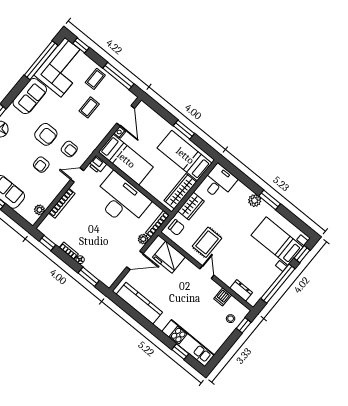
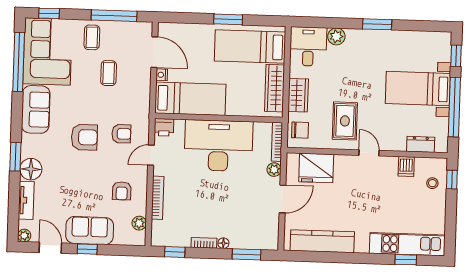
armchair: (41, 165) -> (122, 191), moved
plant: (255, 201) -> (336, 36), moved
bed with nightstands: (277, 241) -> (418, 89), moved

